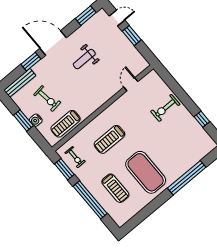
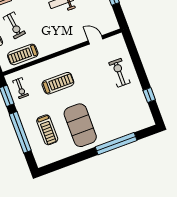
door: (131, 84) -> (96, 40), hinge flipped
exercise bike: (165, 108) -> (119, 73), turned 90
treadmill: (109, 139) -> (58, 83), turned 180

